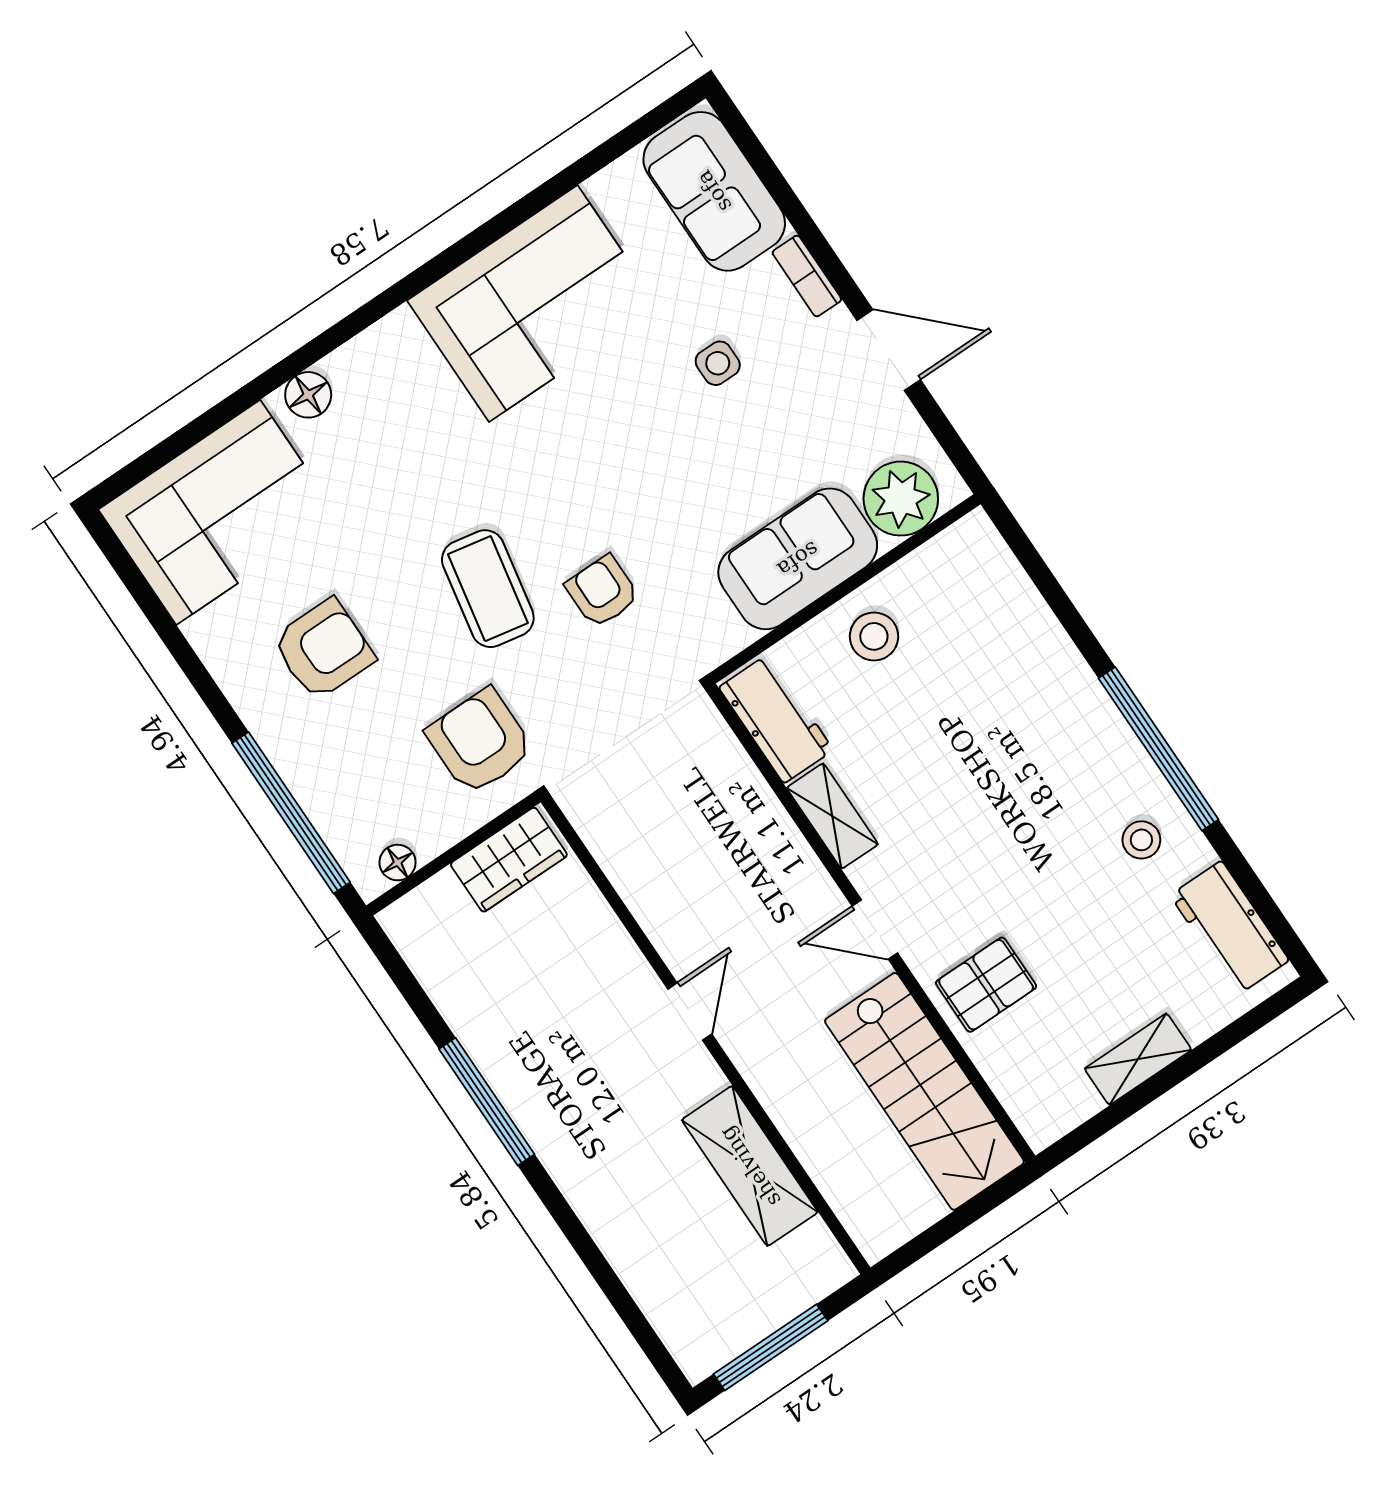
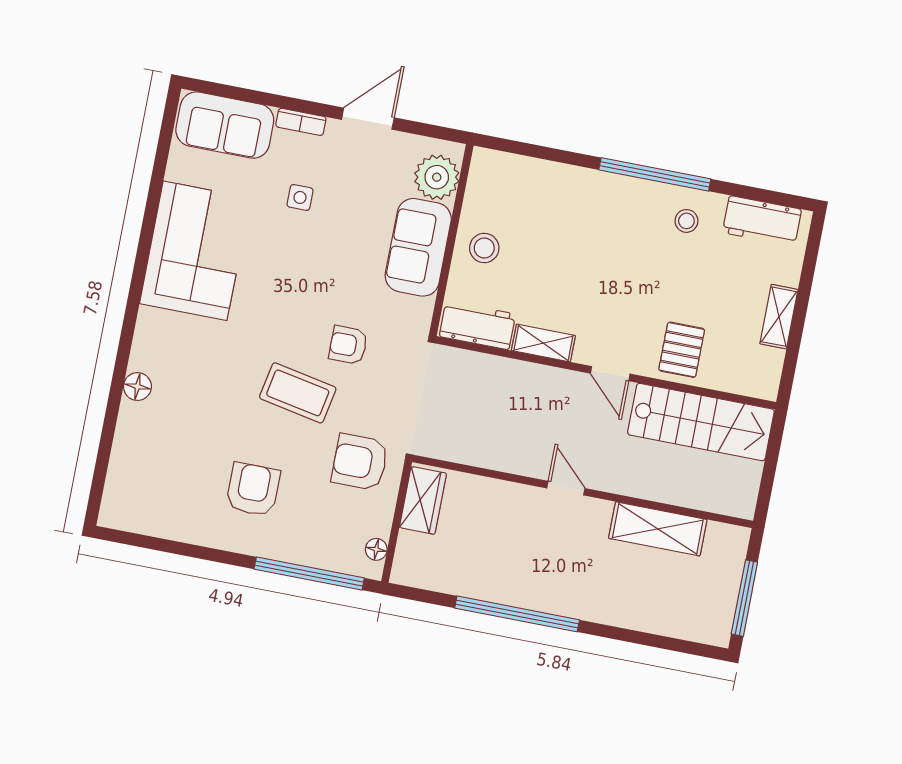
corner sofa: (218, 512) -> (149, 476), removed
door: (875, 930) -> (610, 374), hinge flipped
window: (487, 1102) -> (517, 614), width x1.46

